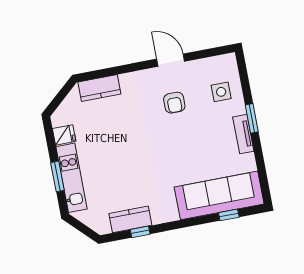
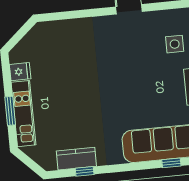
kitchen counter: (99, 88) -> (58, 30), removed
armchair: (174, 103) -> (129, 50), removed

